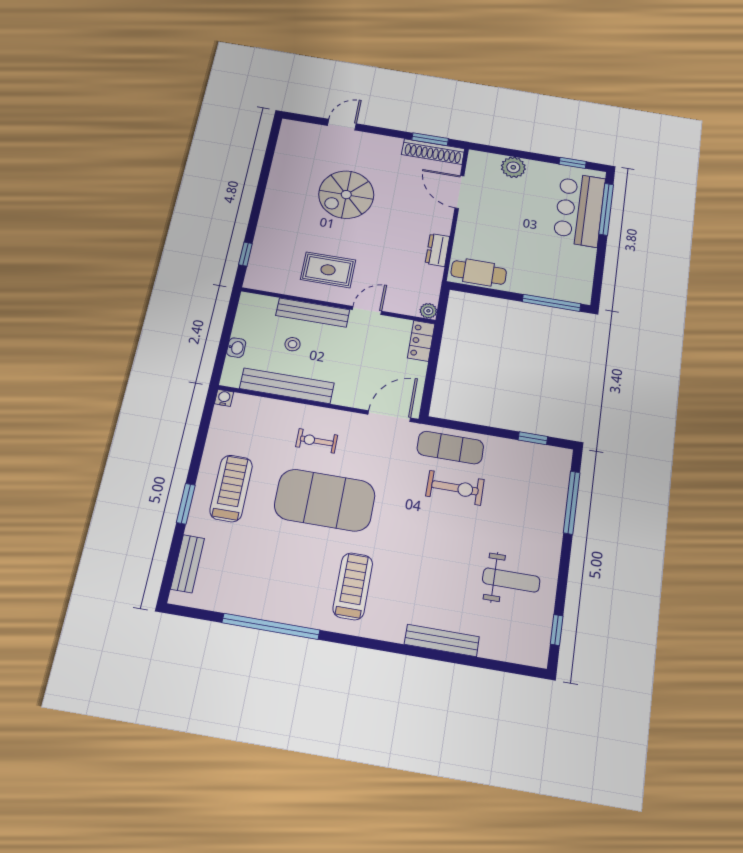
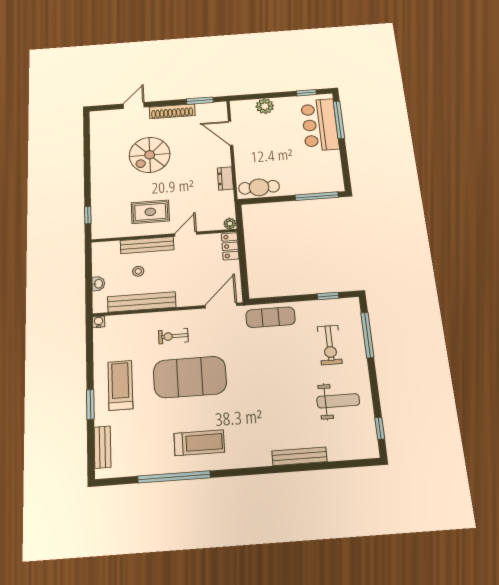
shoe rack: (433, 152) -> (172, 111), moved
exercise bike: (455, 488) -> (330, 345), moved, turned 90
treadmill: (353, 586) -> (199, 443), moved, turned 90

